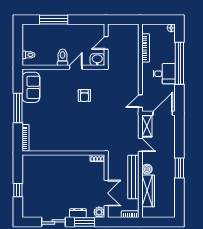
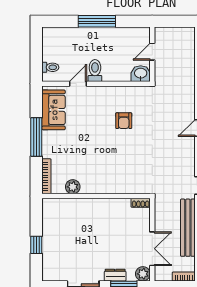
window: (54, 20) -> (97, 21), moved
door: (76, 67) -> (78, 84), moved
plant: (46, 146) -> (73, 187), added

